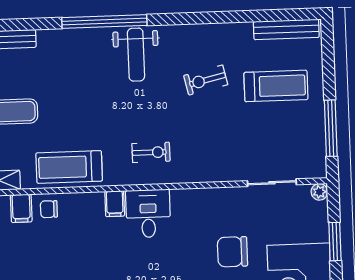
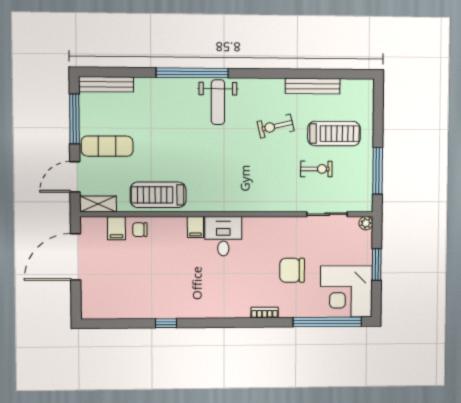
bench: (286, 29) -> (313, 86), moved
exercise bike: (151, 152) -> (316, 169), moved

